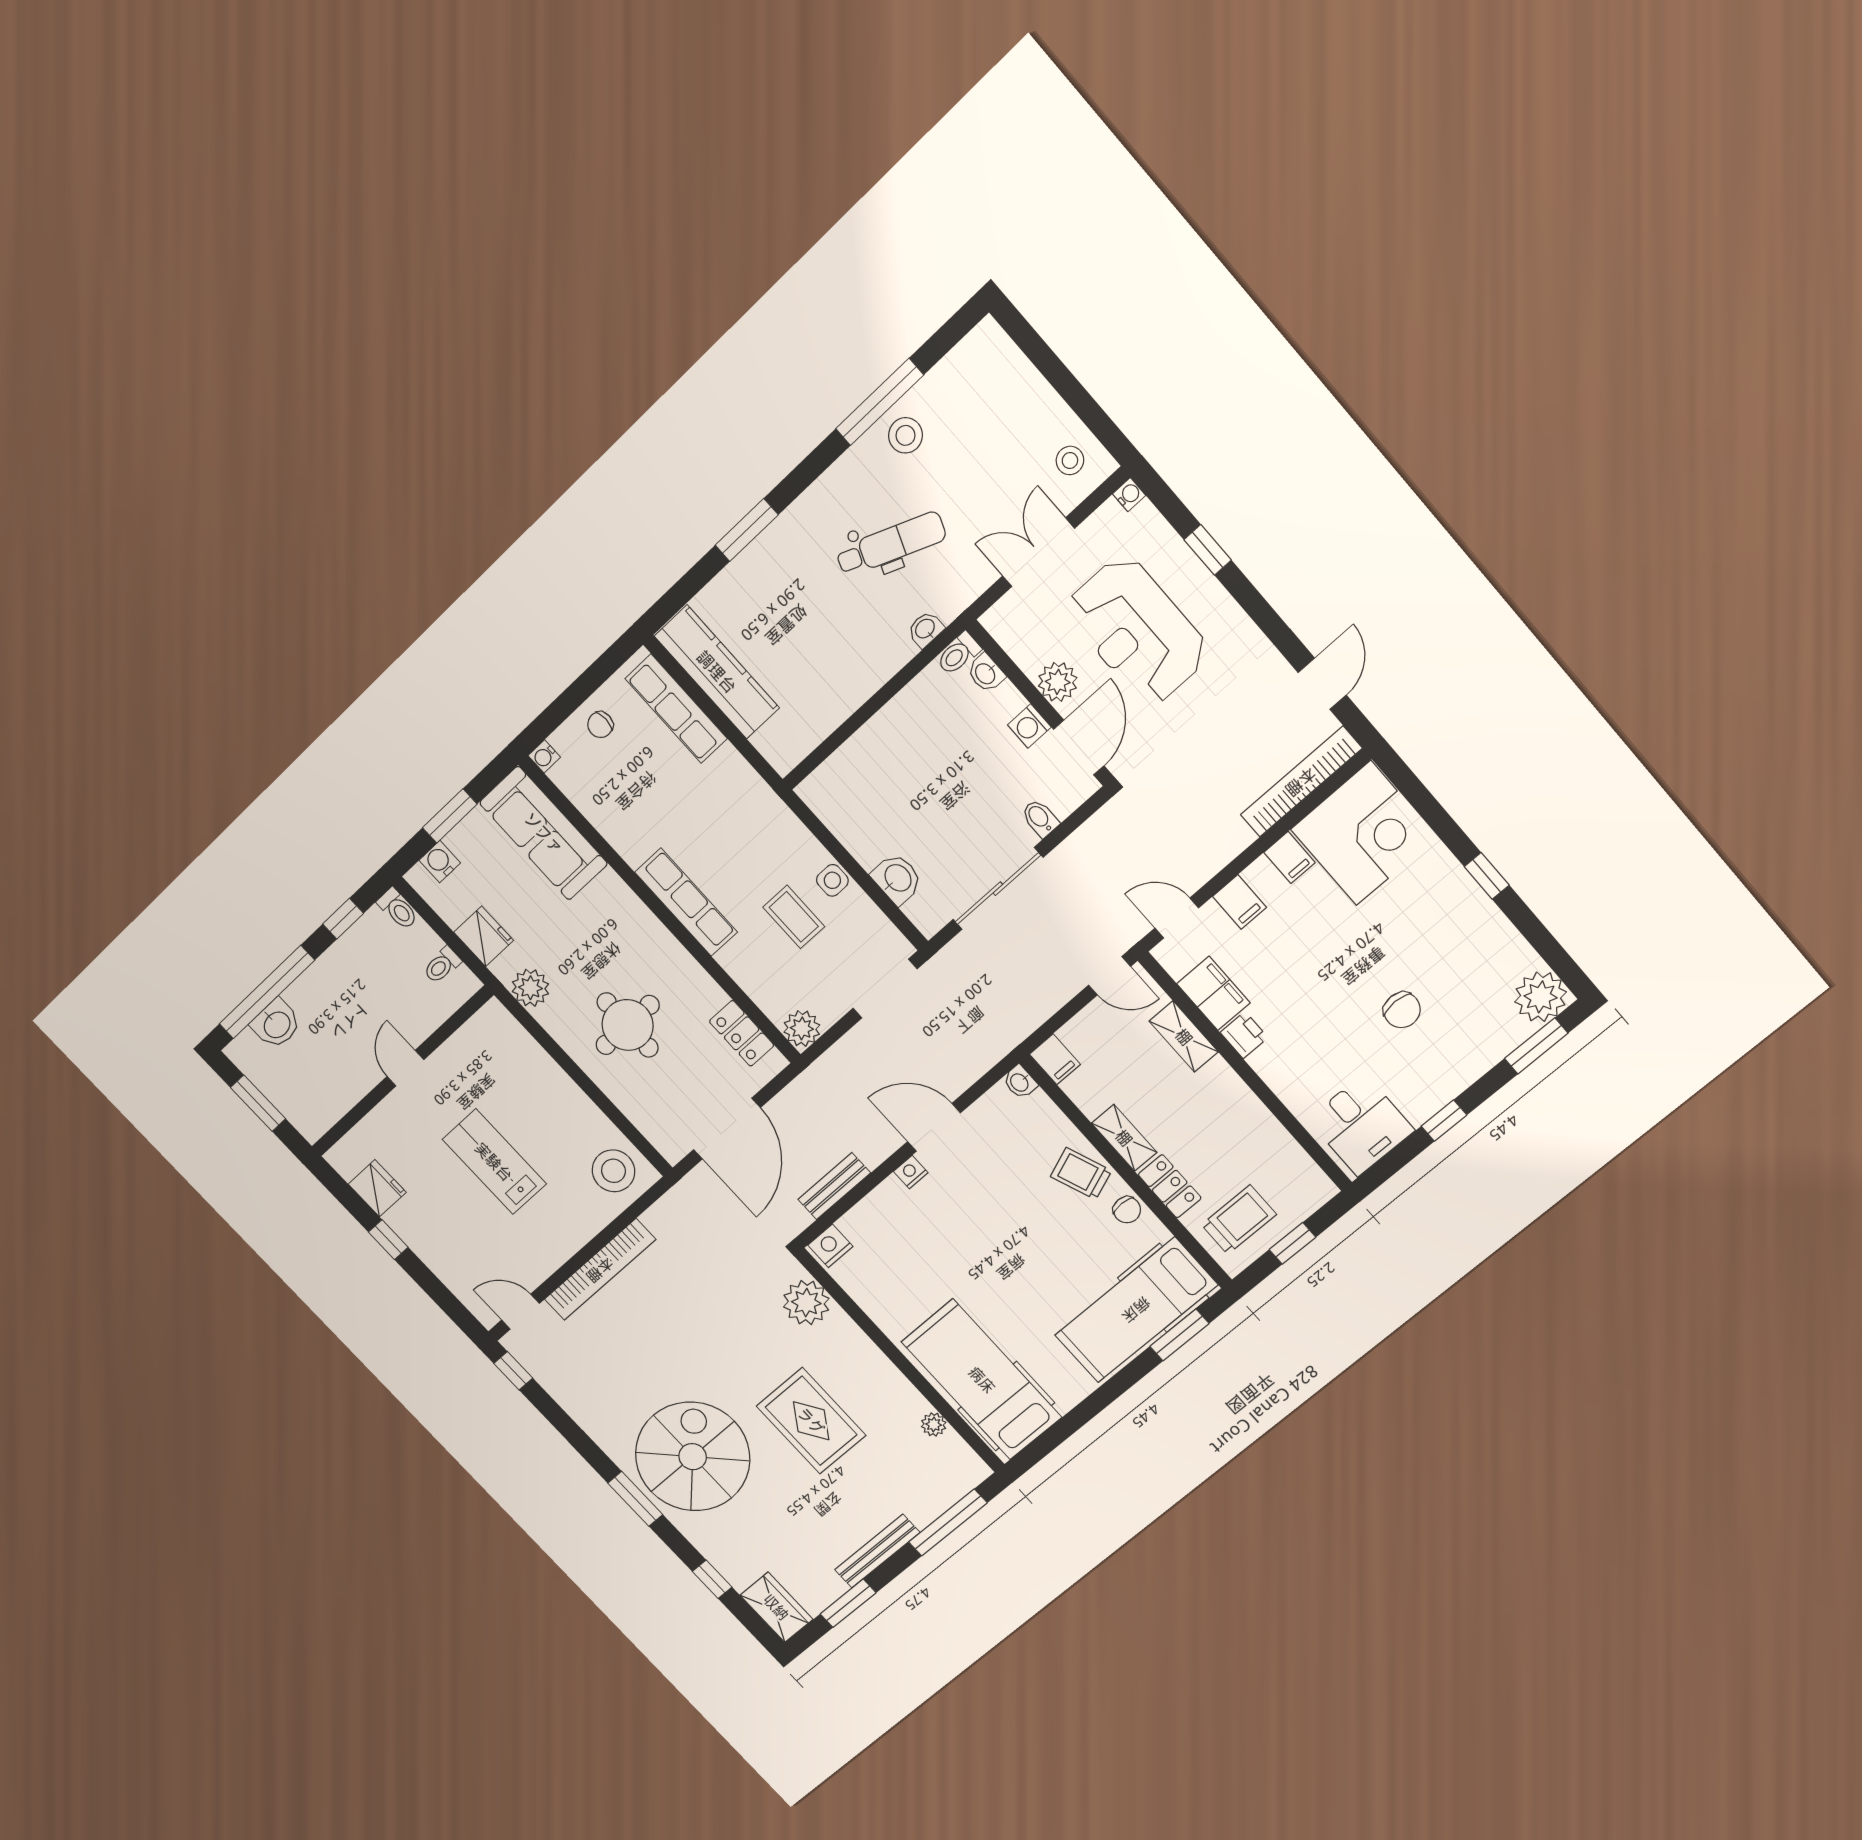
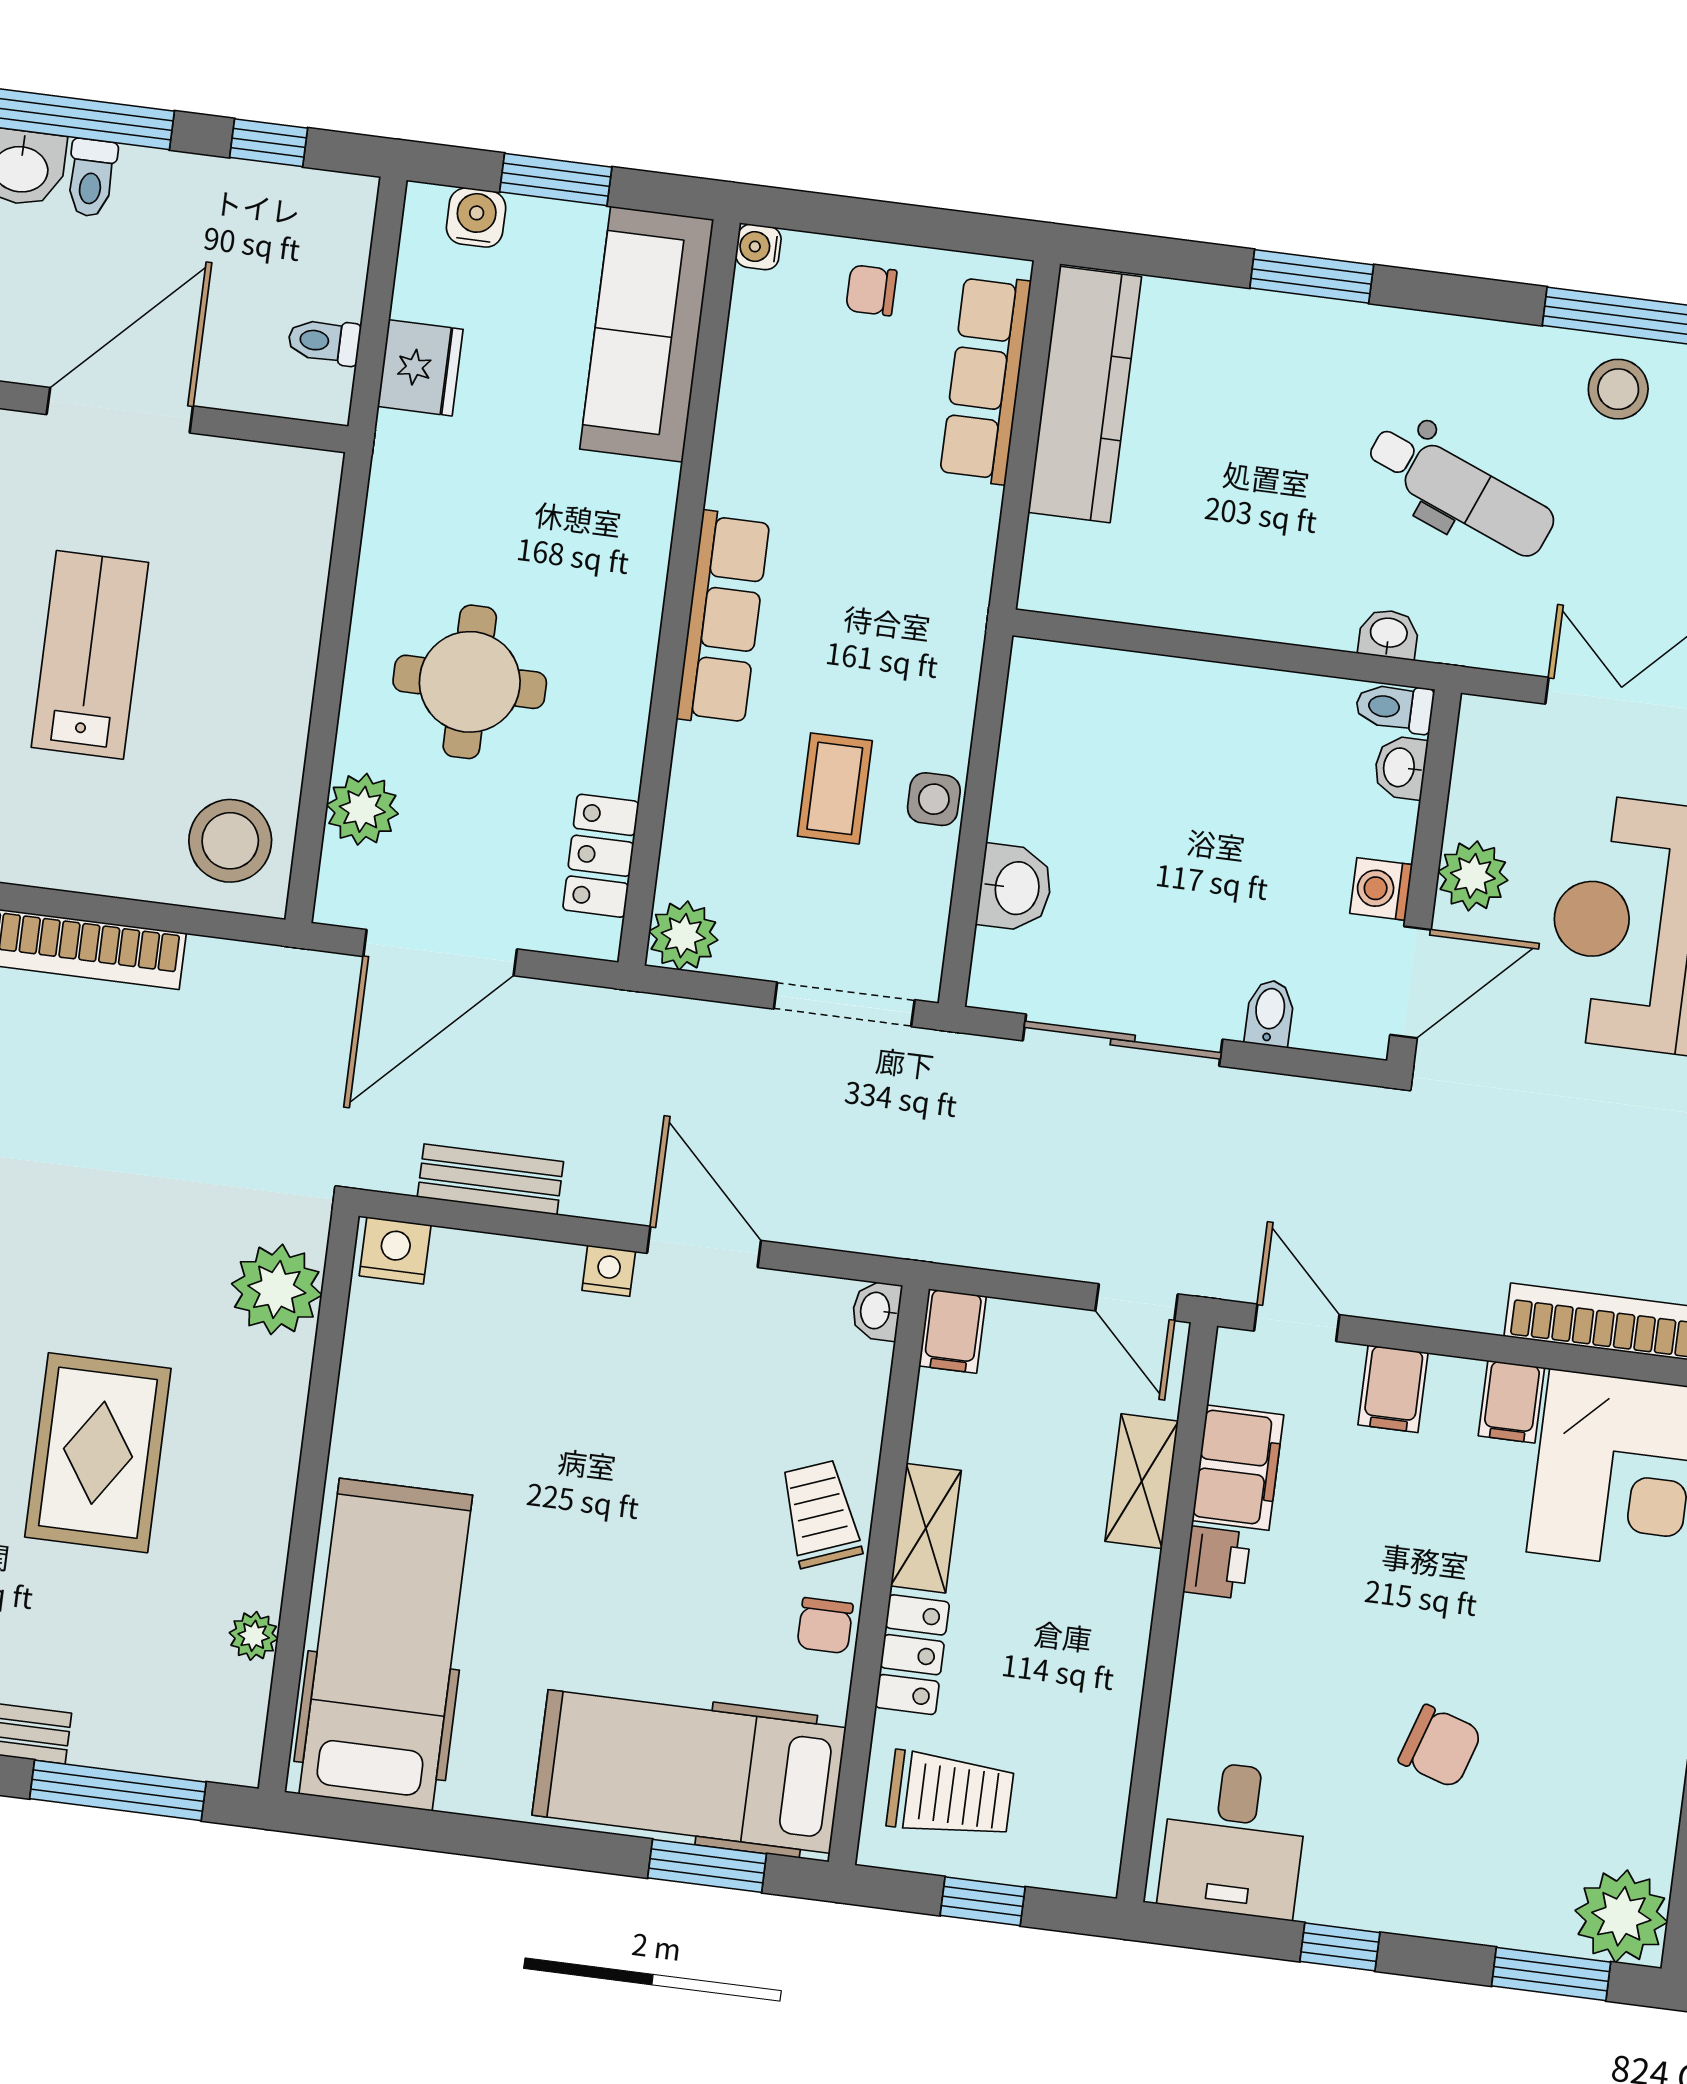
toilet: (398, 909) -> (91, 178), moved
plant: (530, 988) -> (362, 809), moved
chair: (1402, 1010) -> (1440, 1746), turned -72
door: (405, 1068) -> (120, 410), width x1.87

